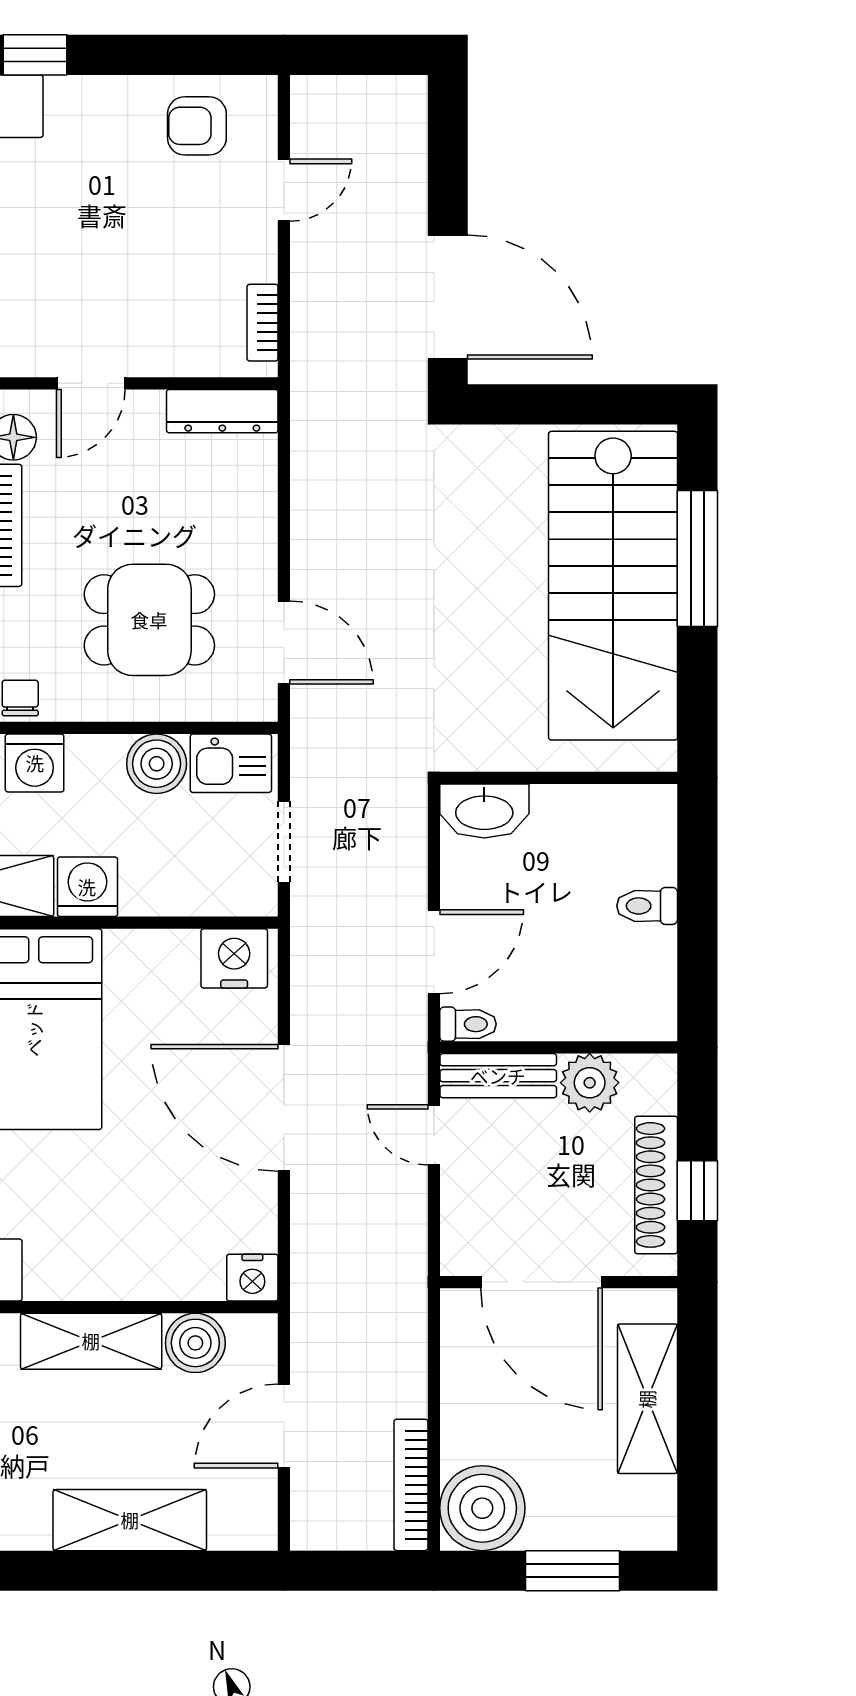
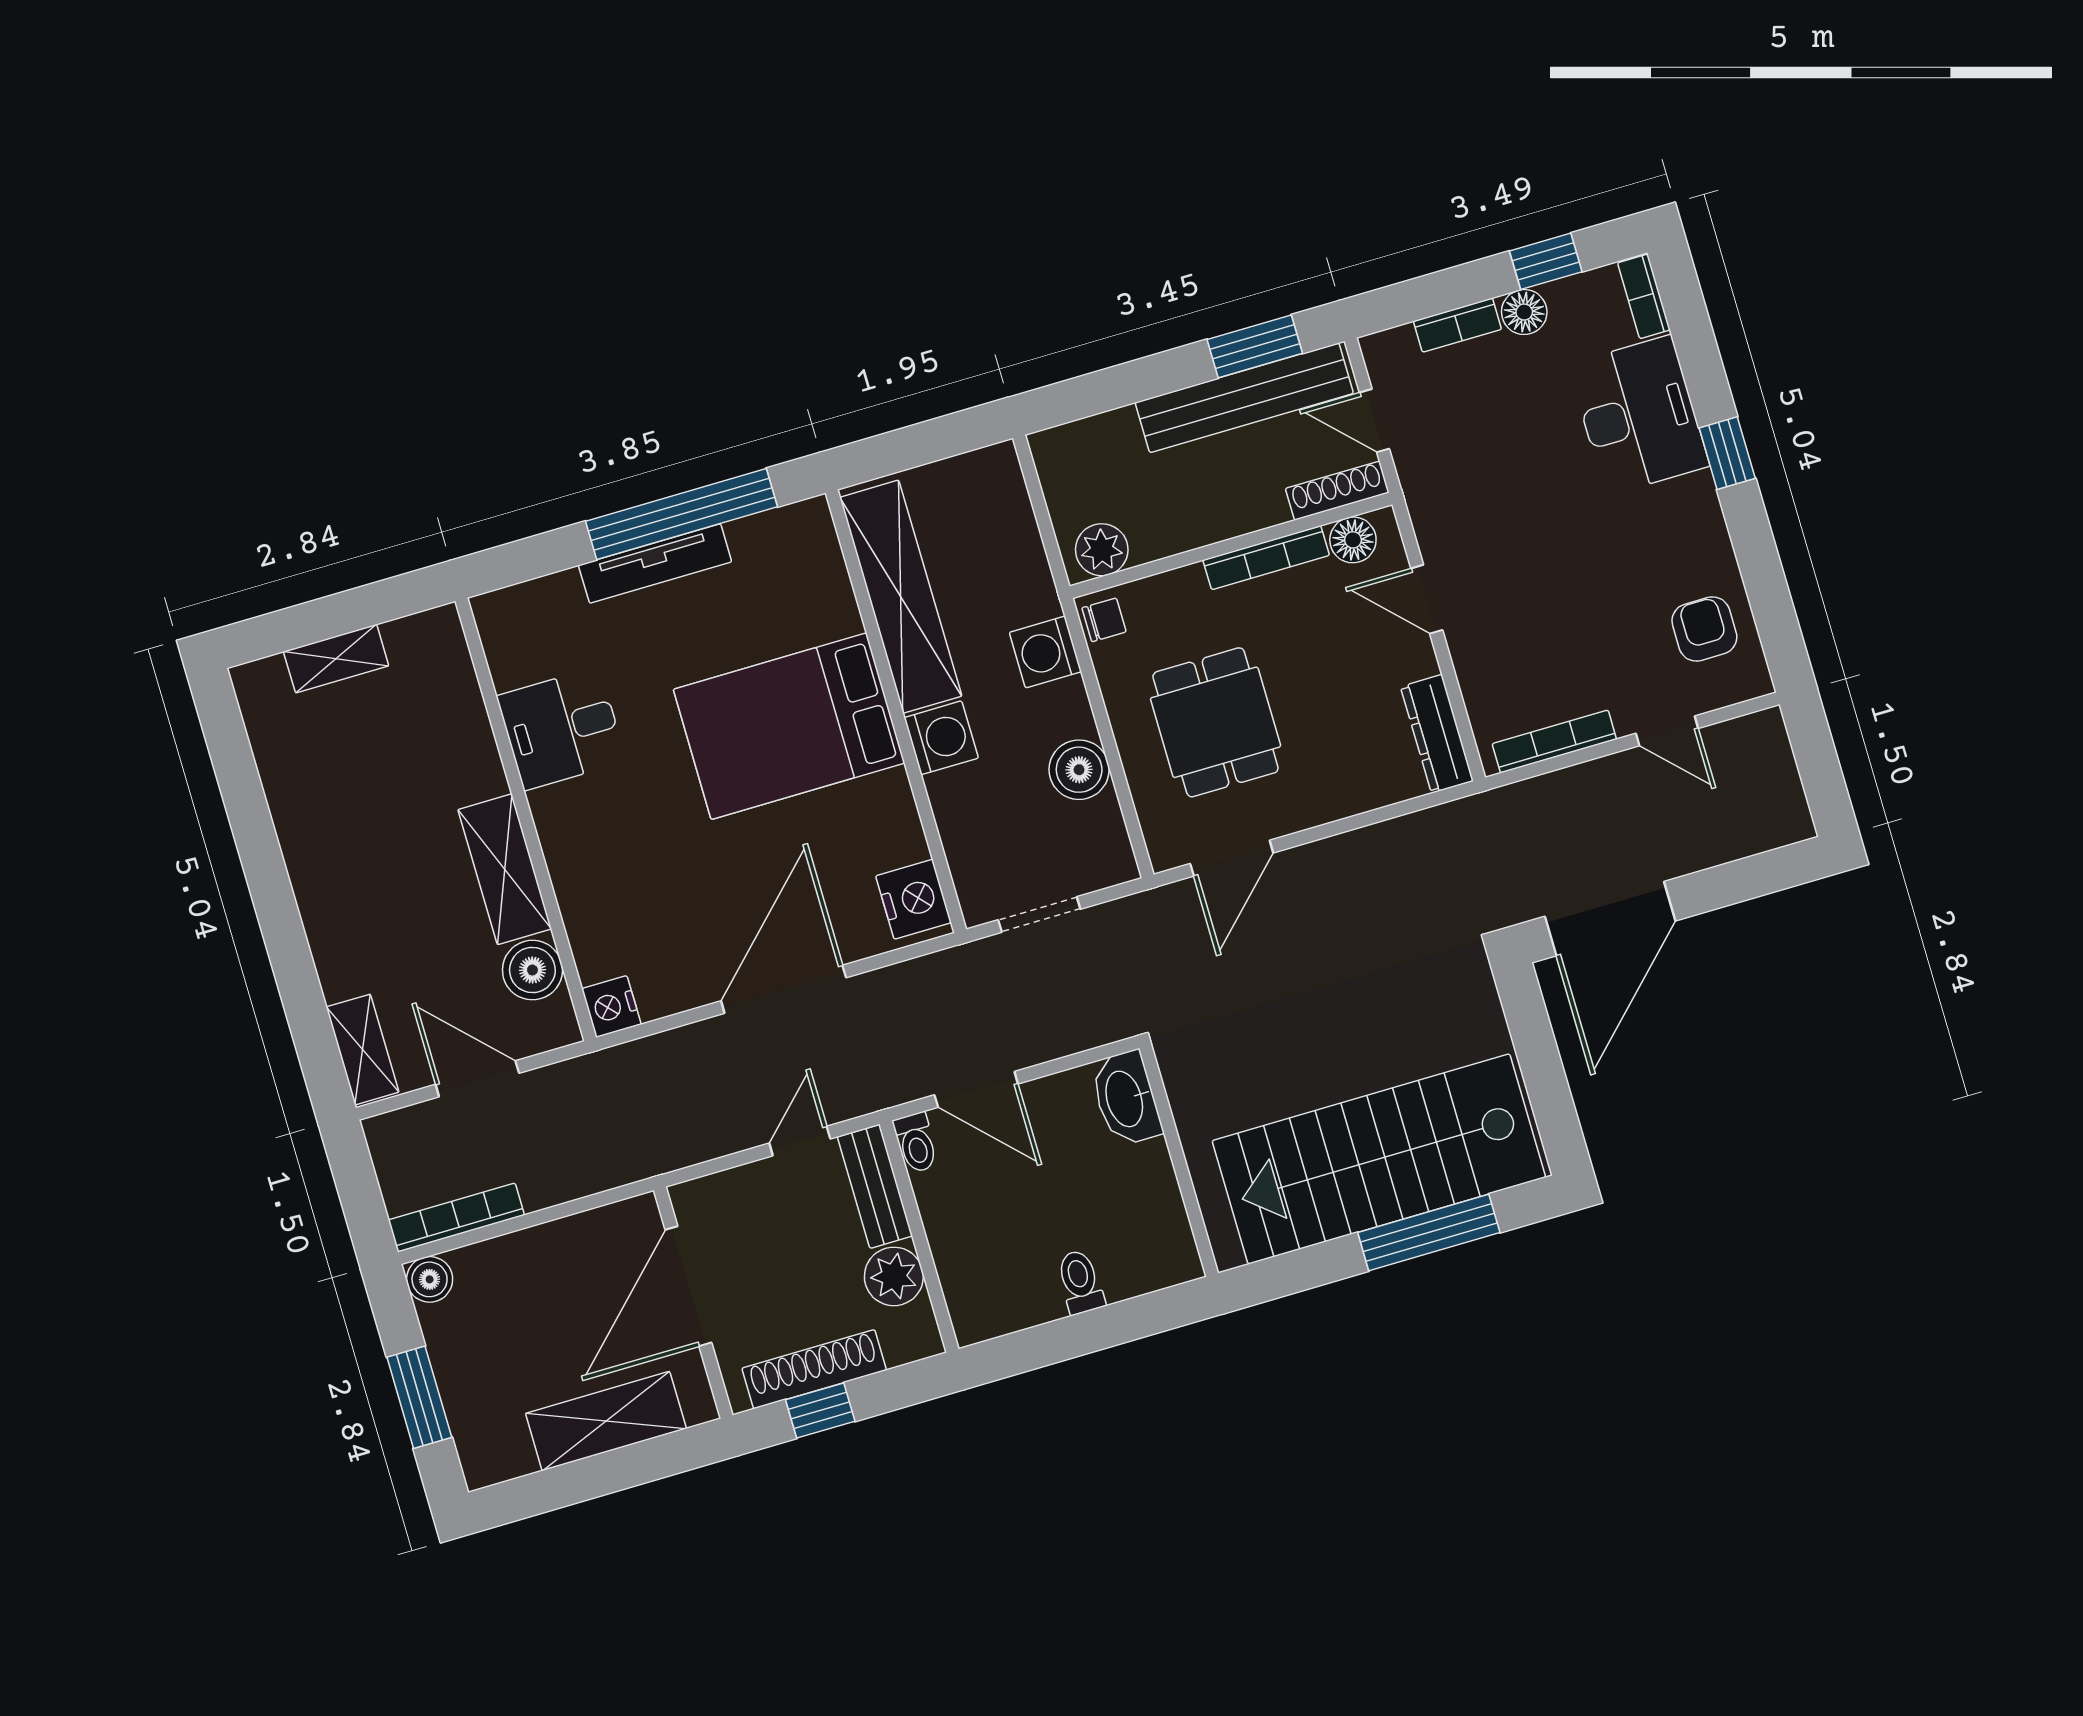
bookcase: (263, 323) -> (1554, 741), width x1.56
kitchen sink: (231, 763) -> (1100, 841), removed
boiler: (482, 1508) -> (430, 1279), width x0.54, depth x0.54
shelving: (130, 1520) -> (363, 1050), moved, width x0.67, depth x0.75

